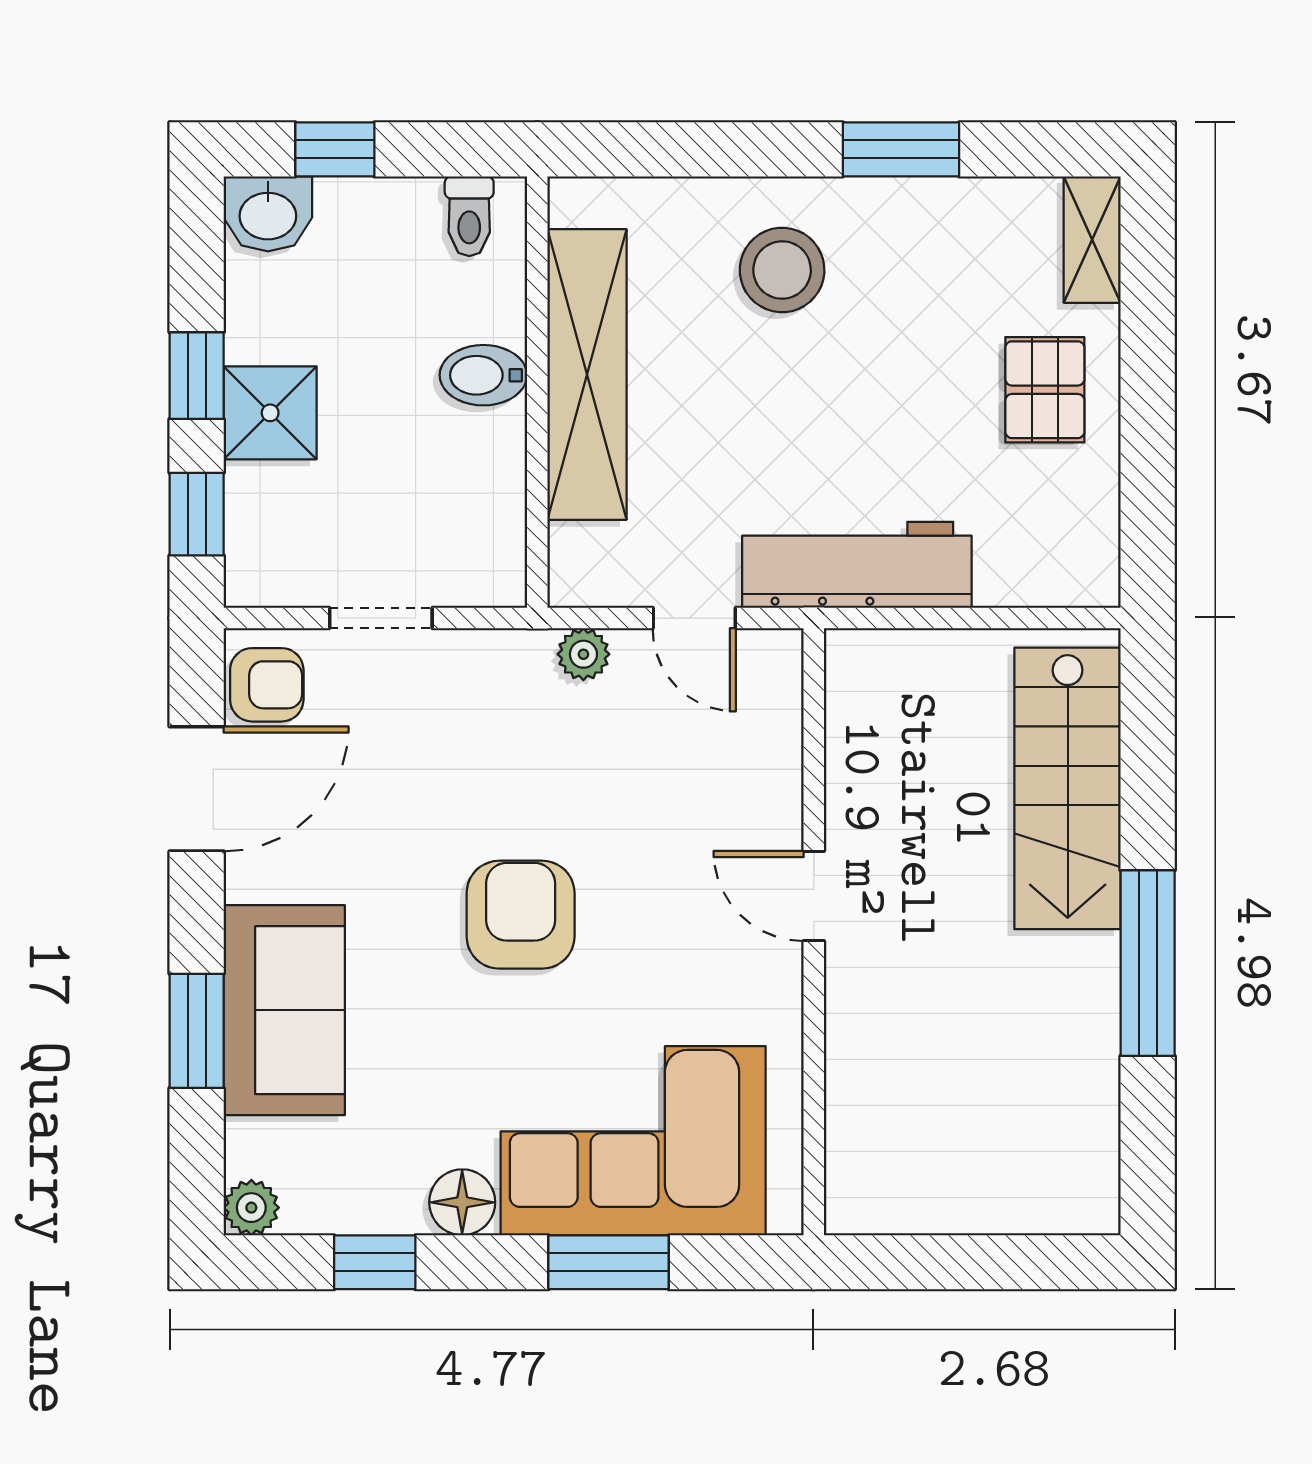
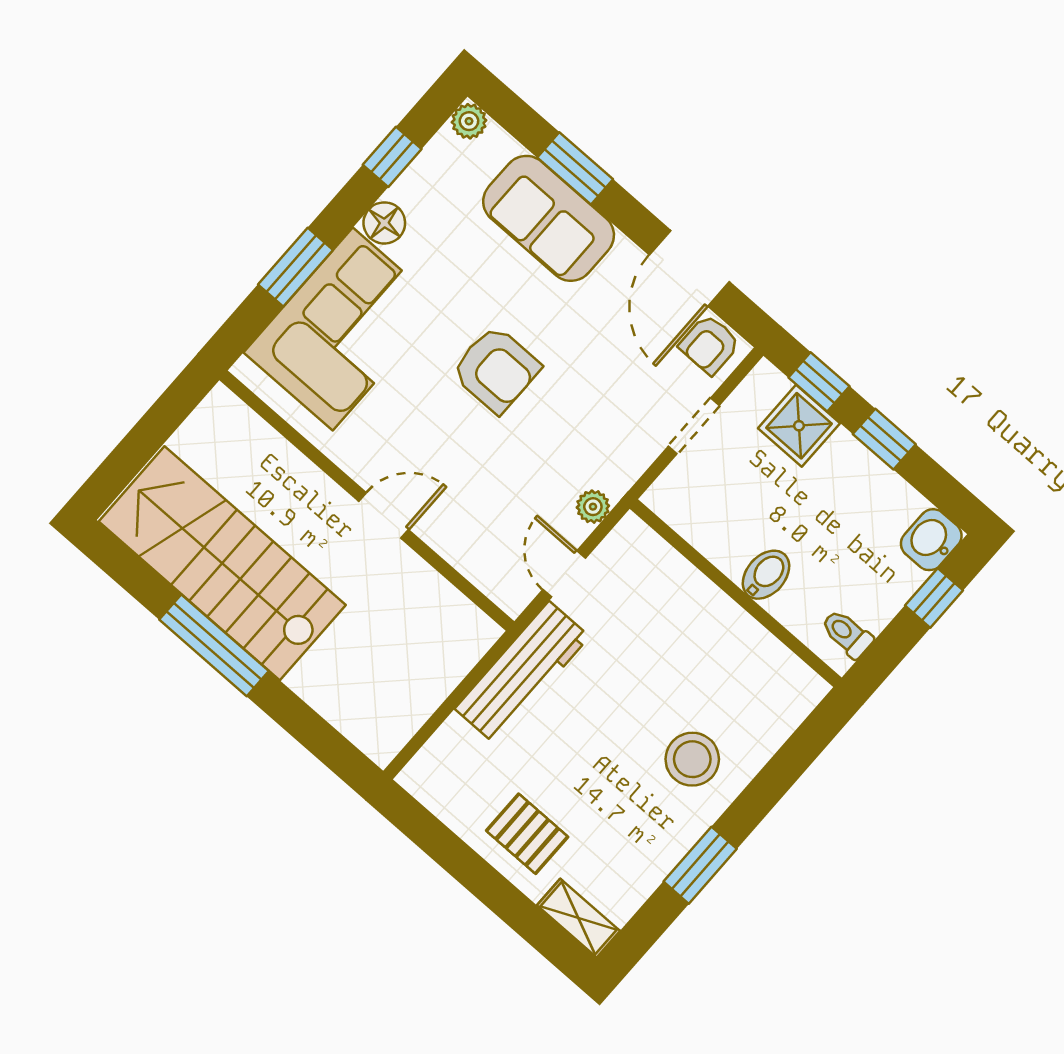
shelving: (587, 375) -> (724, 624), removed
shower: (270, 413) -> (799, 426), moved
door: (694, 618) -> (564, 574), hinge flipped
stairs: (1068, 788) -> (222, 563), moved, width x1.36, depth x1.51

